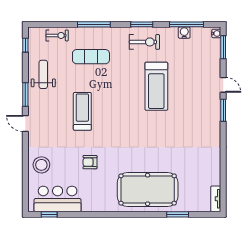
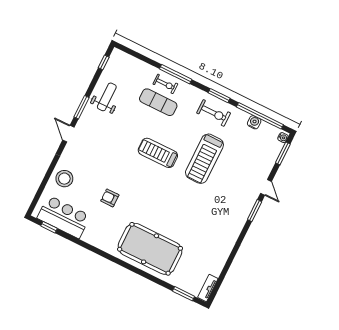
window: (187, 24) -> (260, 116), width x1.46
exercise bike: (57, 35) -> (165, 84), moved
treadmill: (82, 111) -> (158, 153), moved, turned -90
window: (178, 214) -> (184, 294), moved

